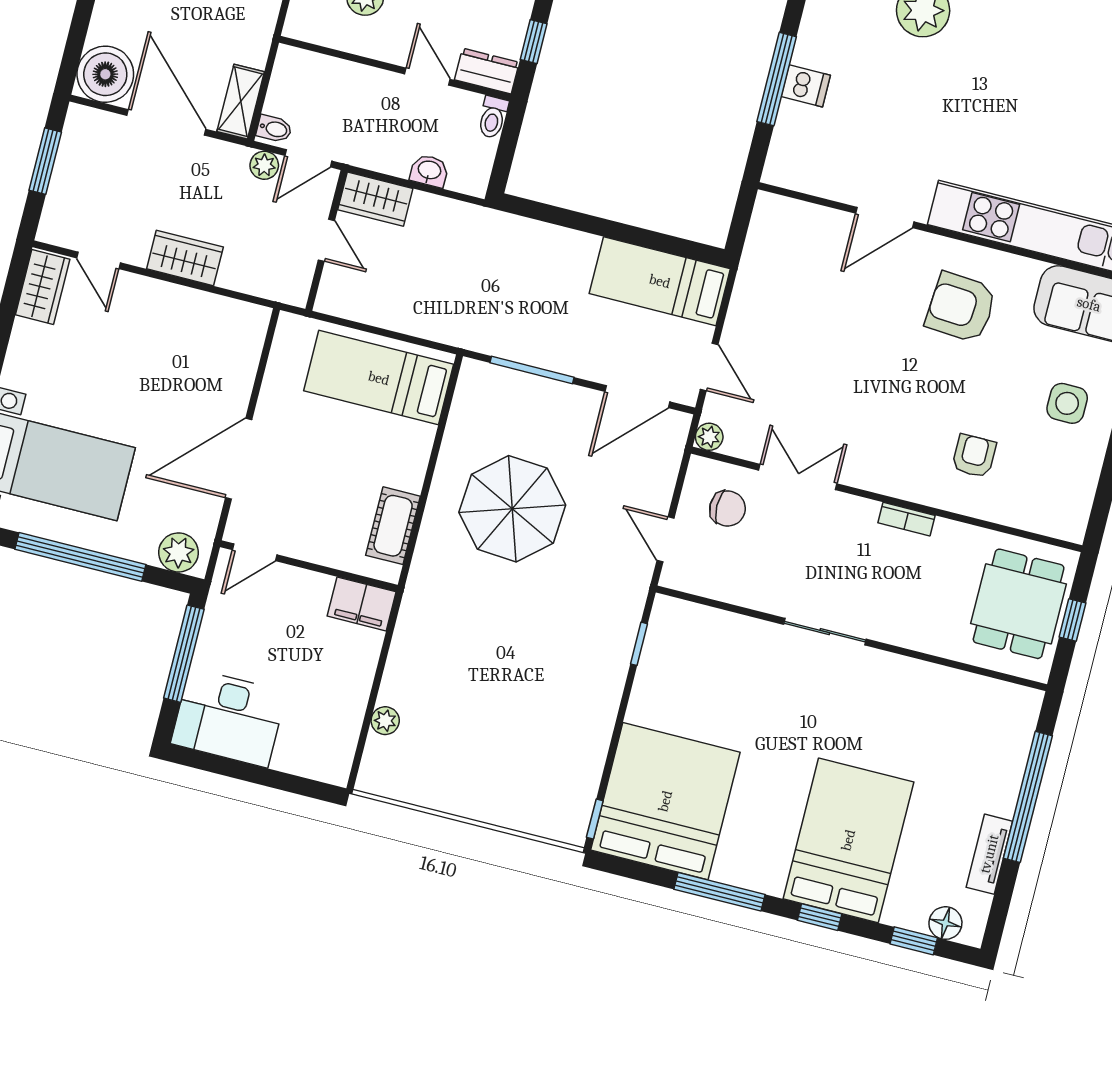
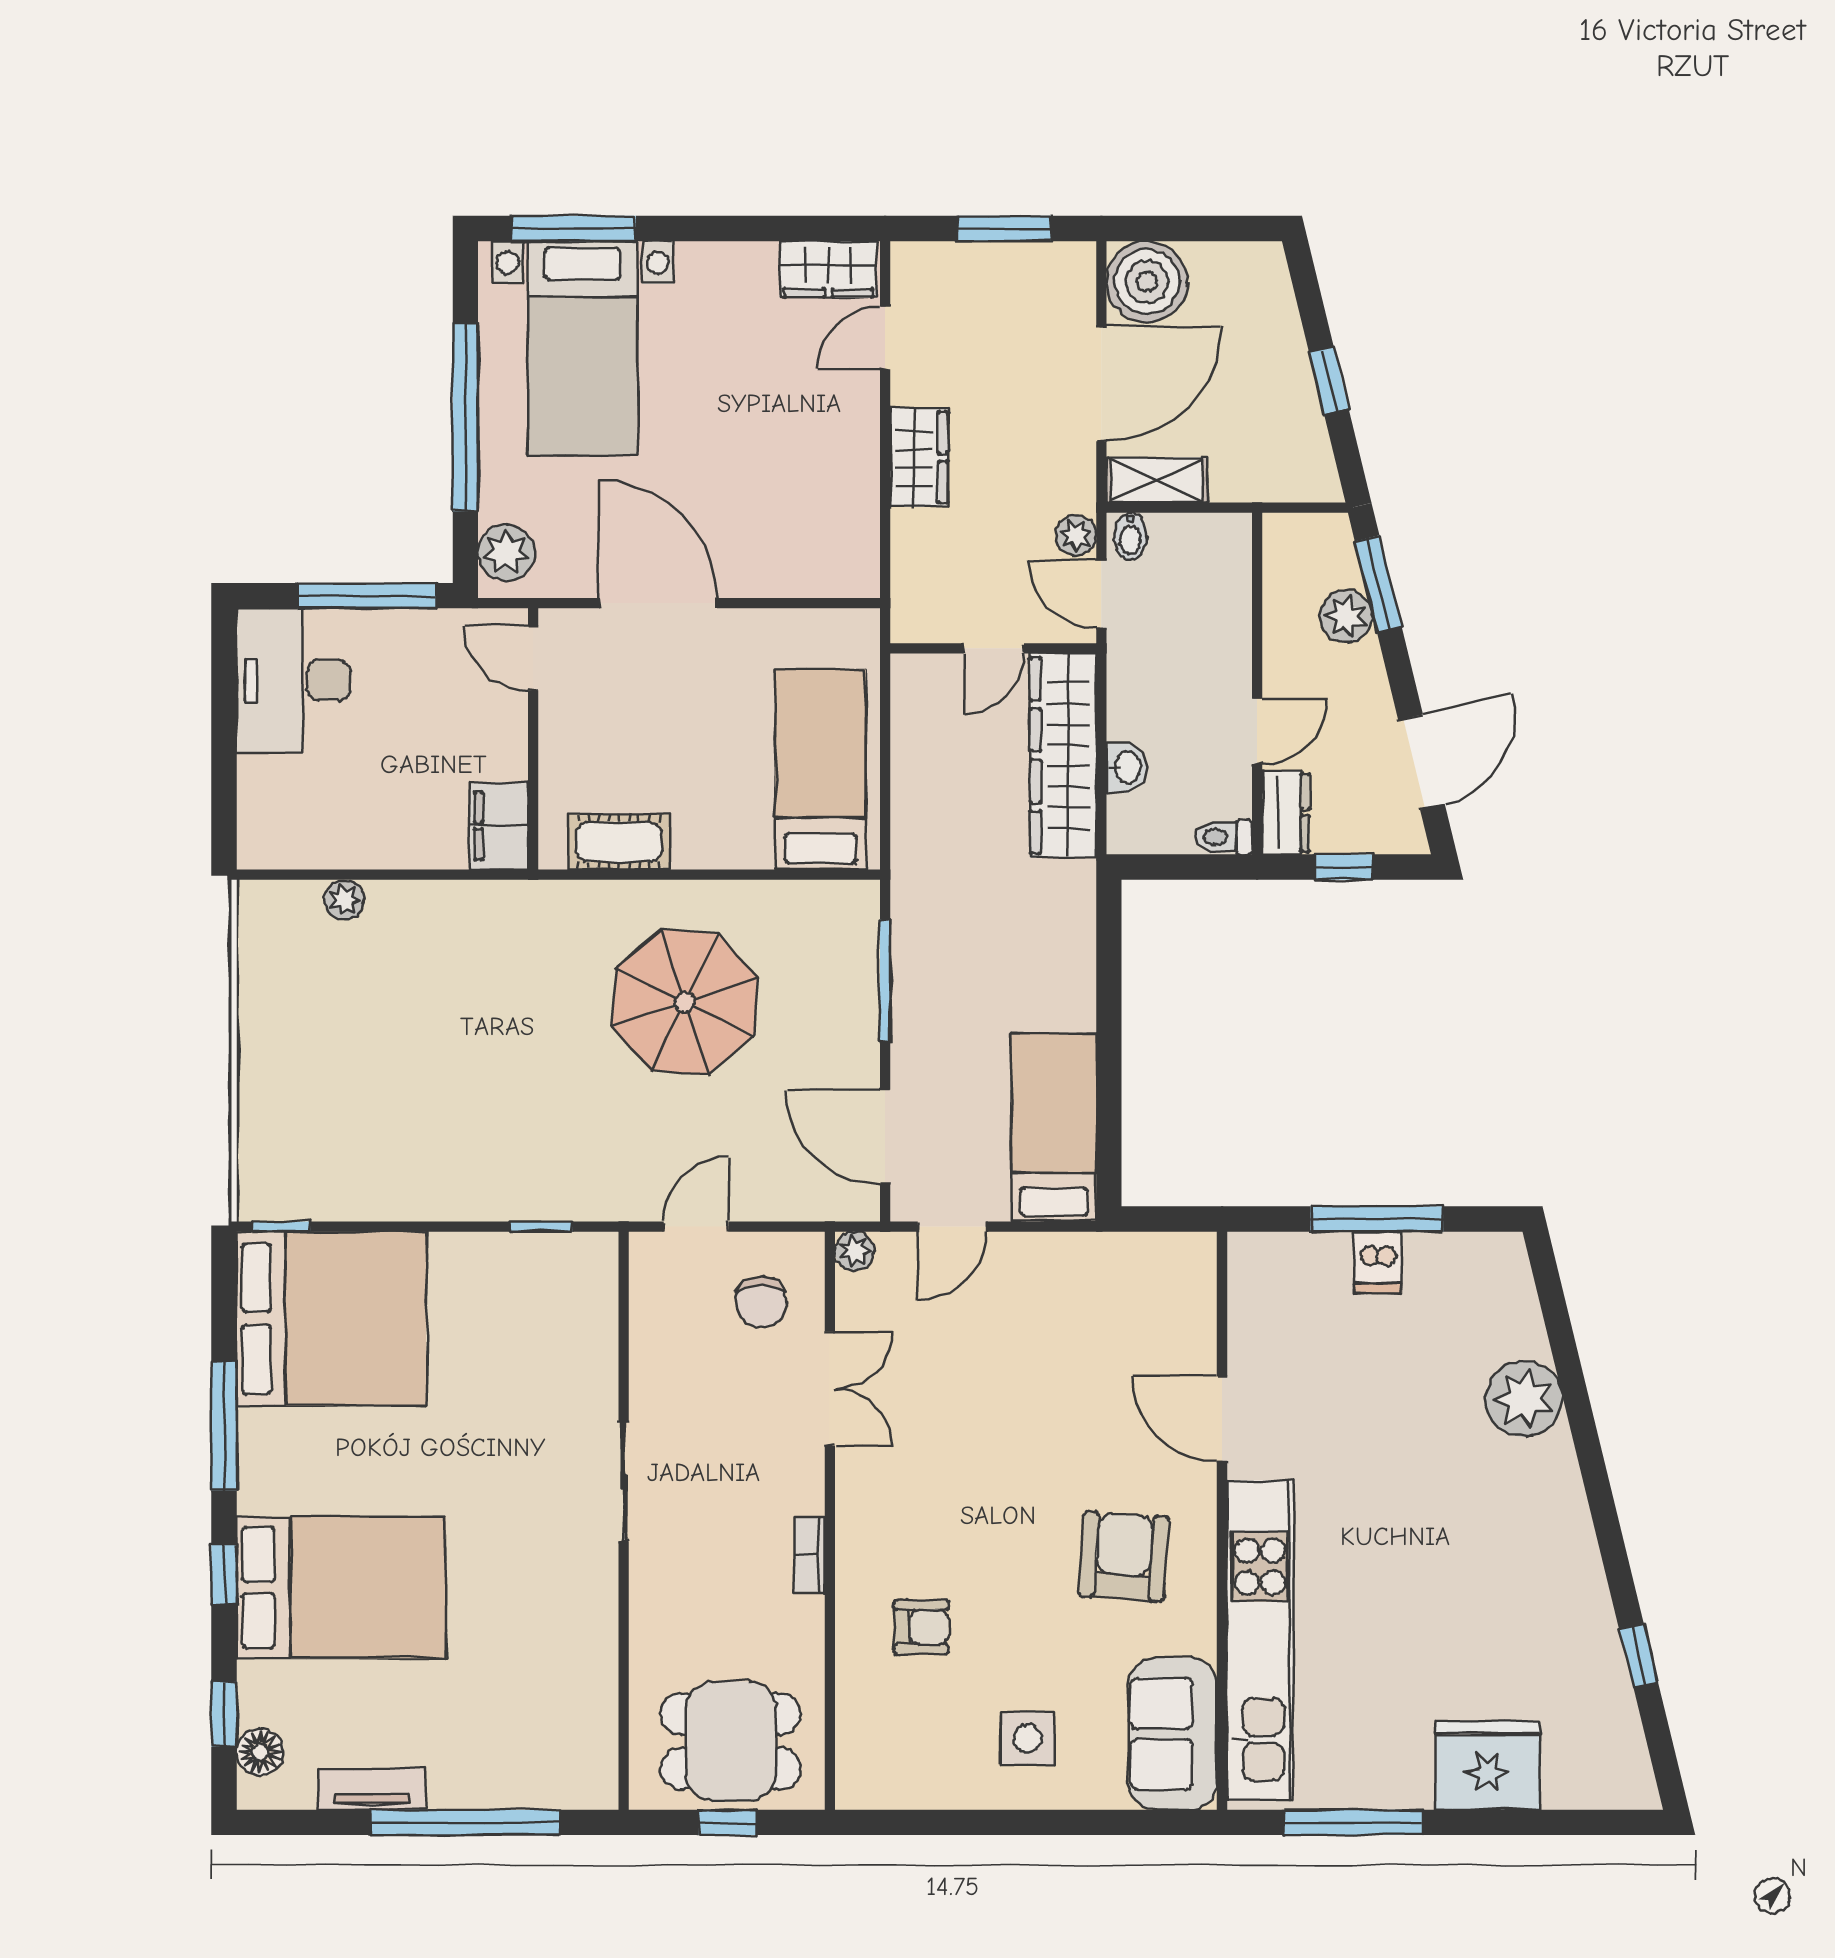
wardrobe: (375, 199) -> (1063, 756), width x2.10, depth x1.17

